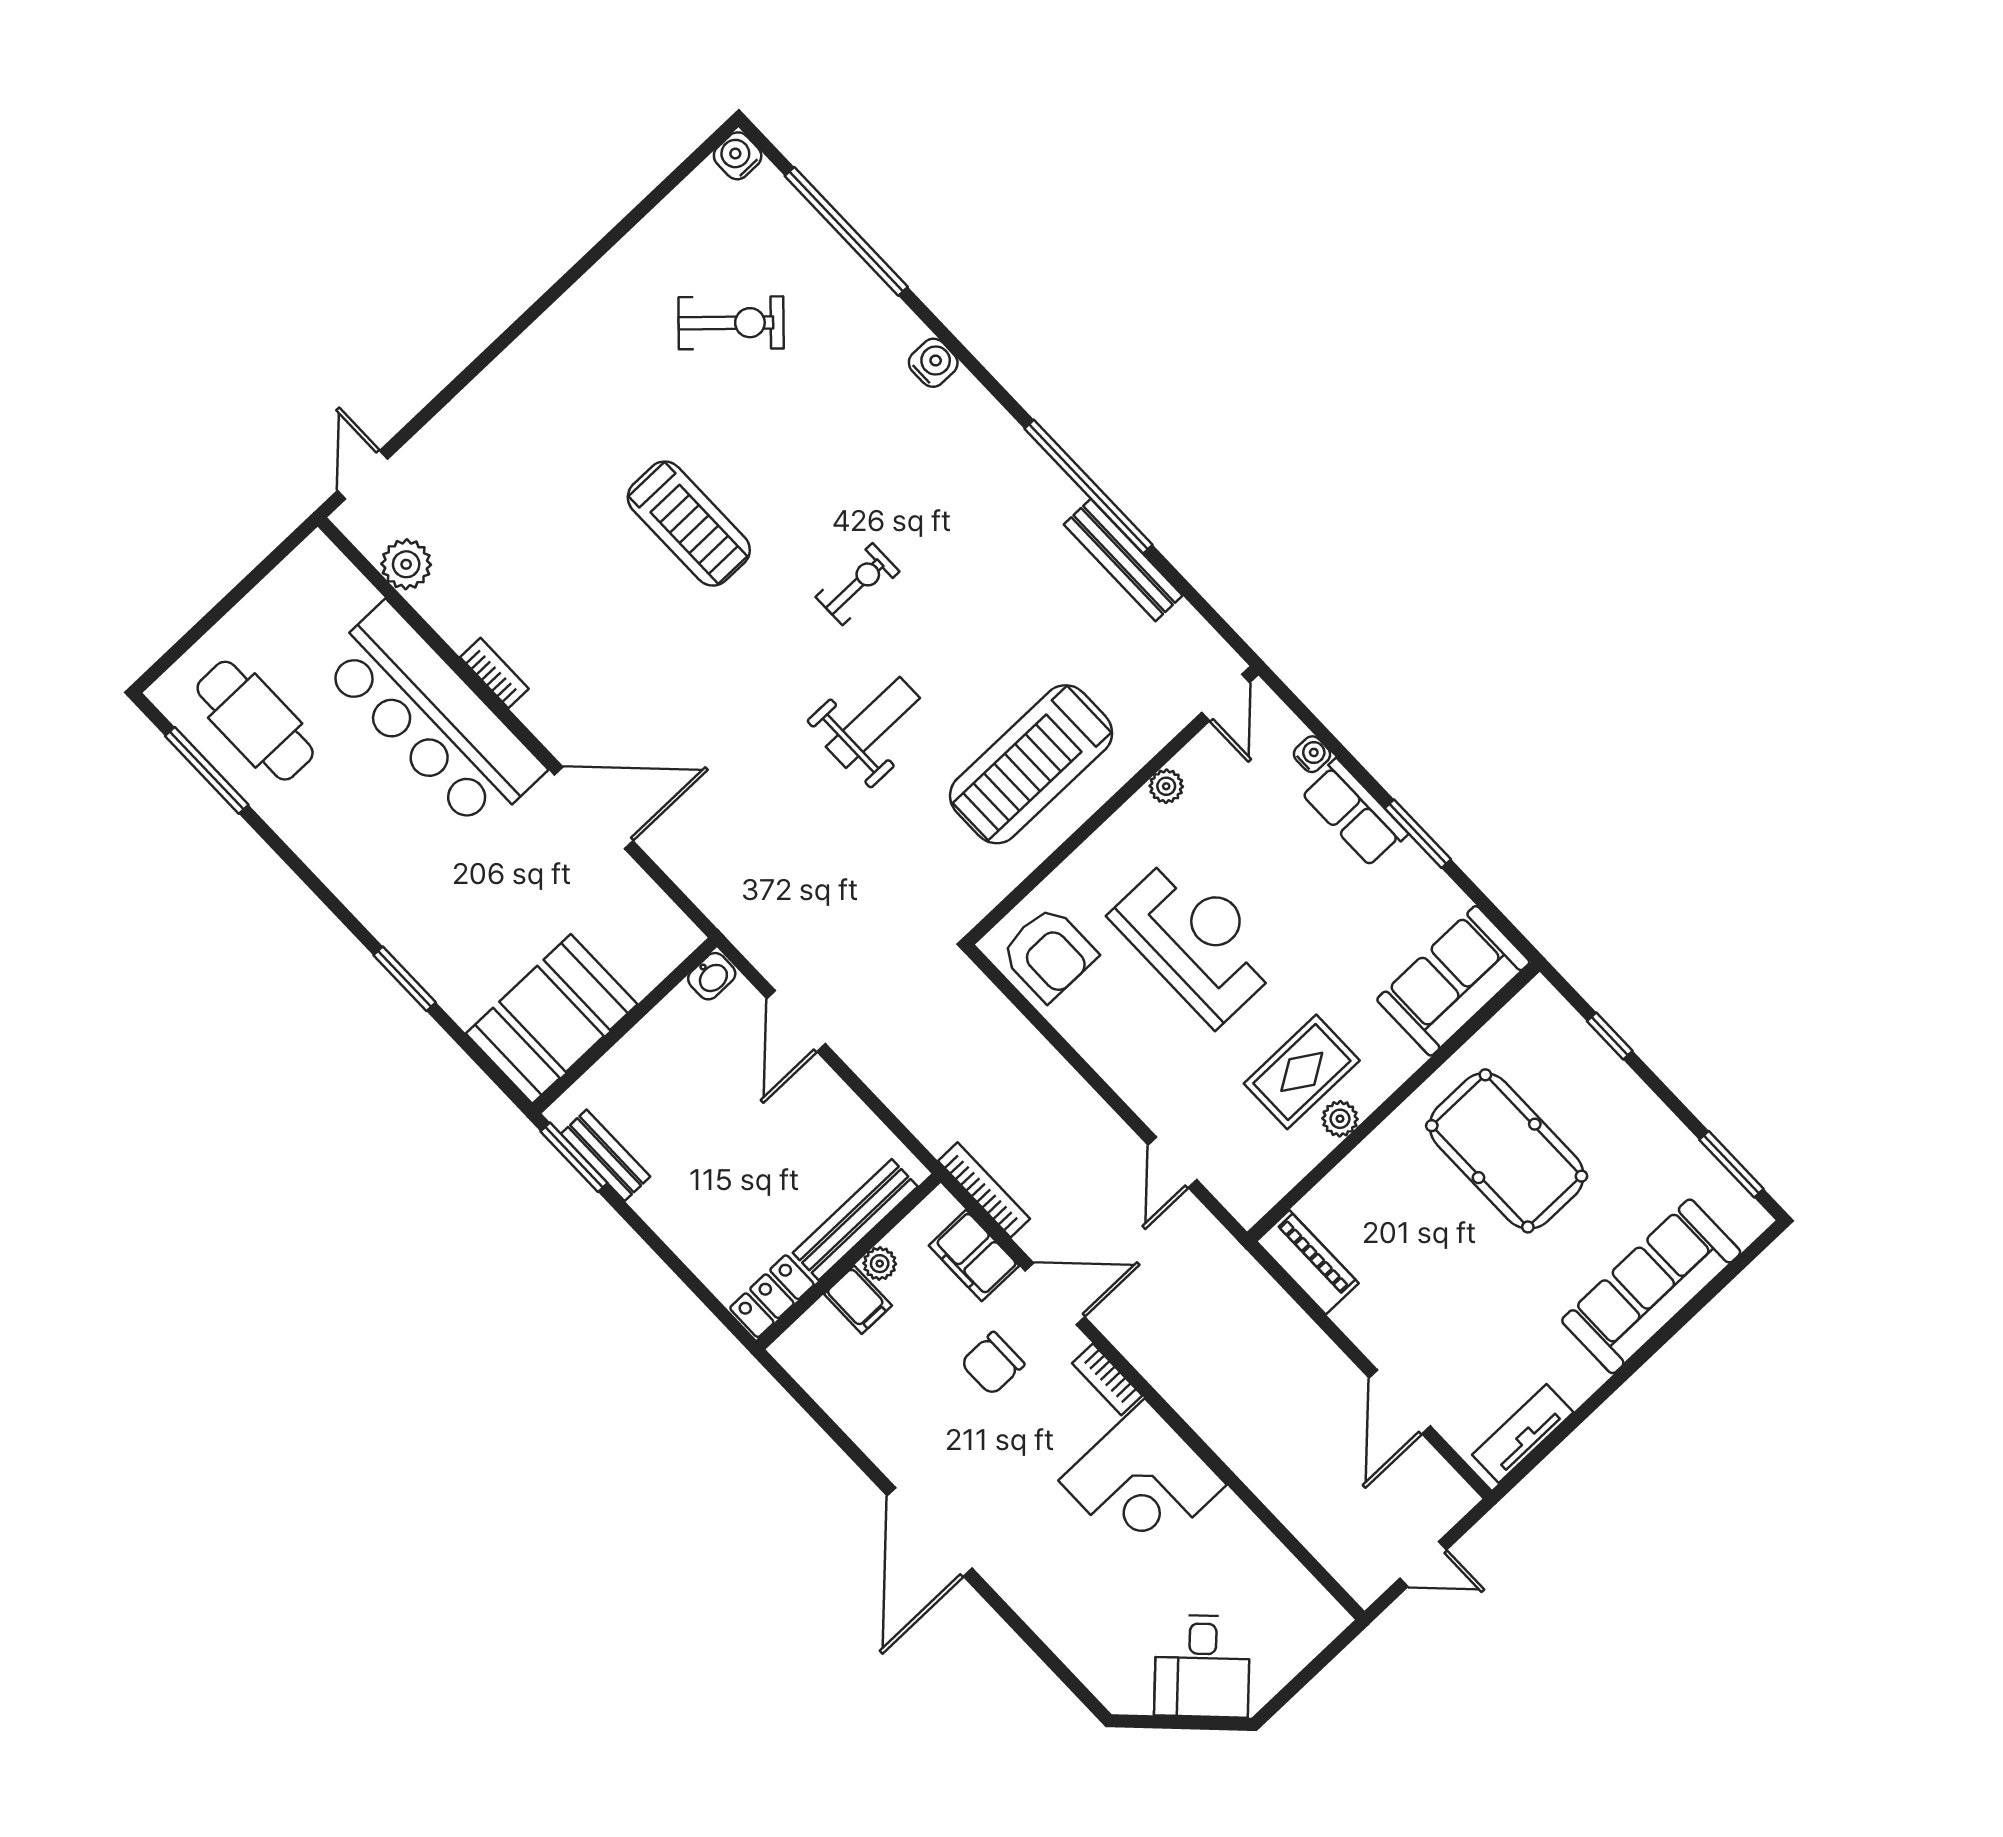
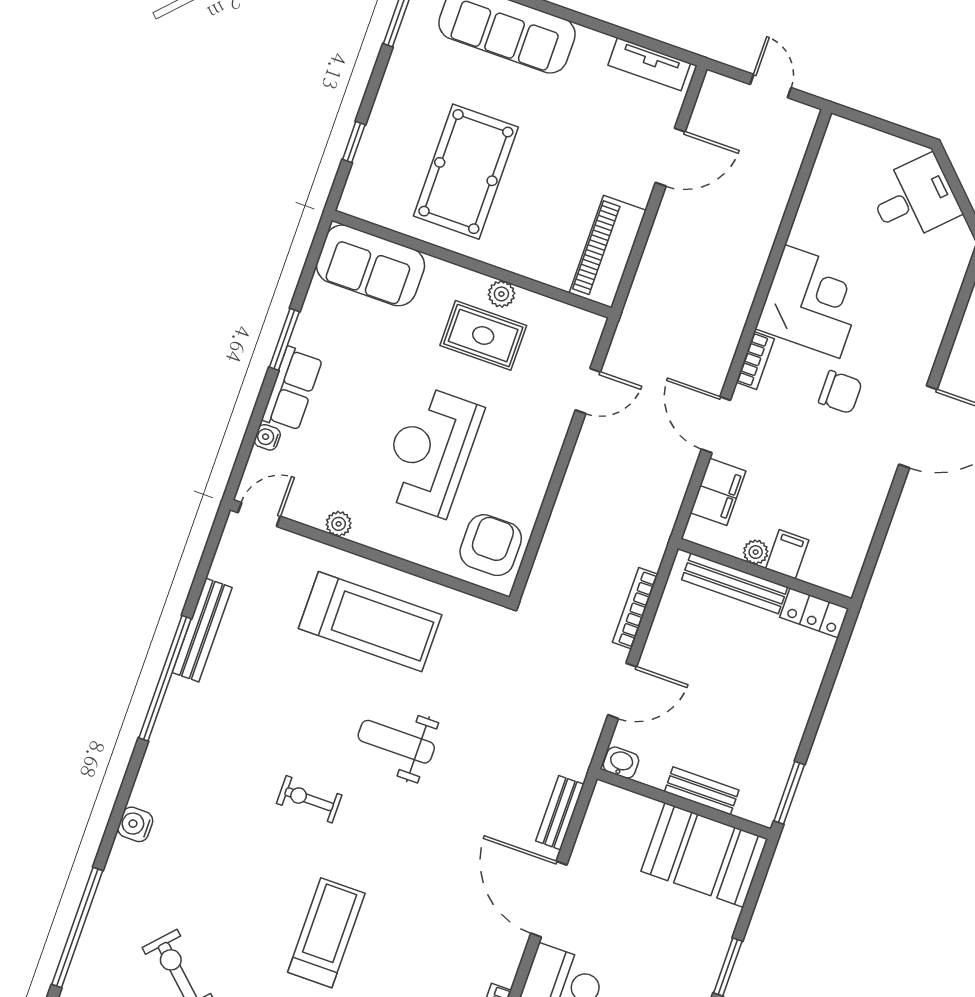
bench: (689, 873) -> (560, 813), added
bench: (606, 1155) -> (702, 791), moved, turned 90
bookcase: (984, 1190) -> (635, 608), moved
piano: (1307, 1262) -> (608, 252), width x1.37, depth x1.33
chair: (993, 1364) -> (840, 392), moved

